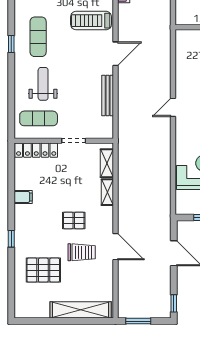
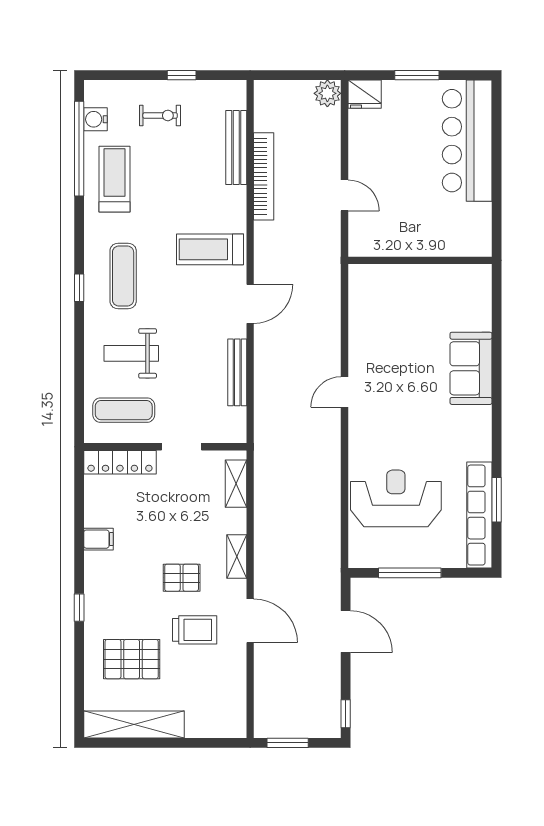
weight bench: (43, 84) -> (131, 353), turned -90
shelving: (107, 192) -> (237, 556), moved
shelving: (81, 310) -> (134, 724), moved

